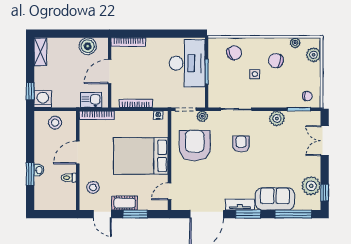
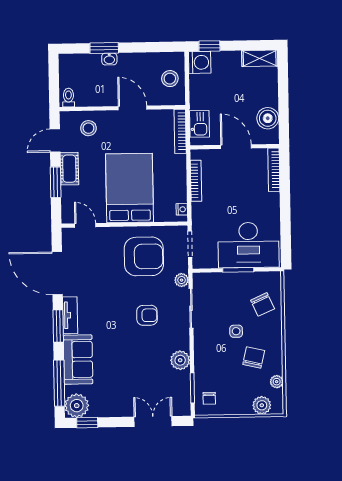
plant: (202, 116) -> (182, 280), moved
toilet: (69, 178) -> (69, 98), moved
plant: (311, 186) -> (77, 406), moved

